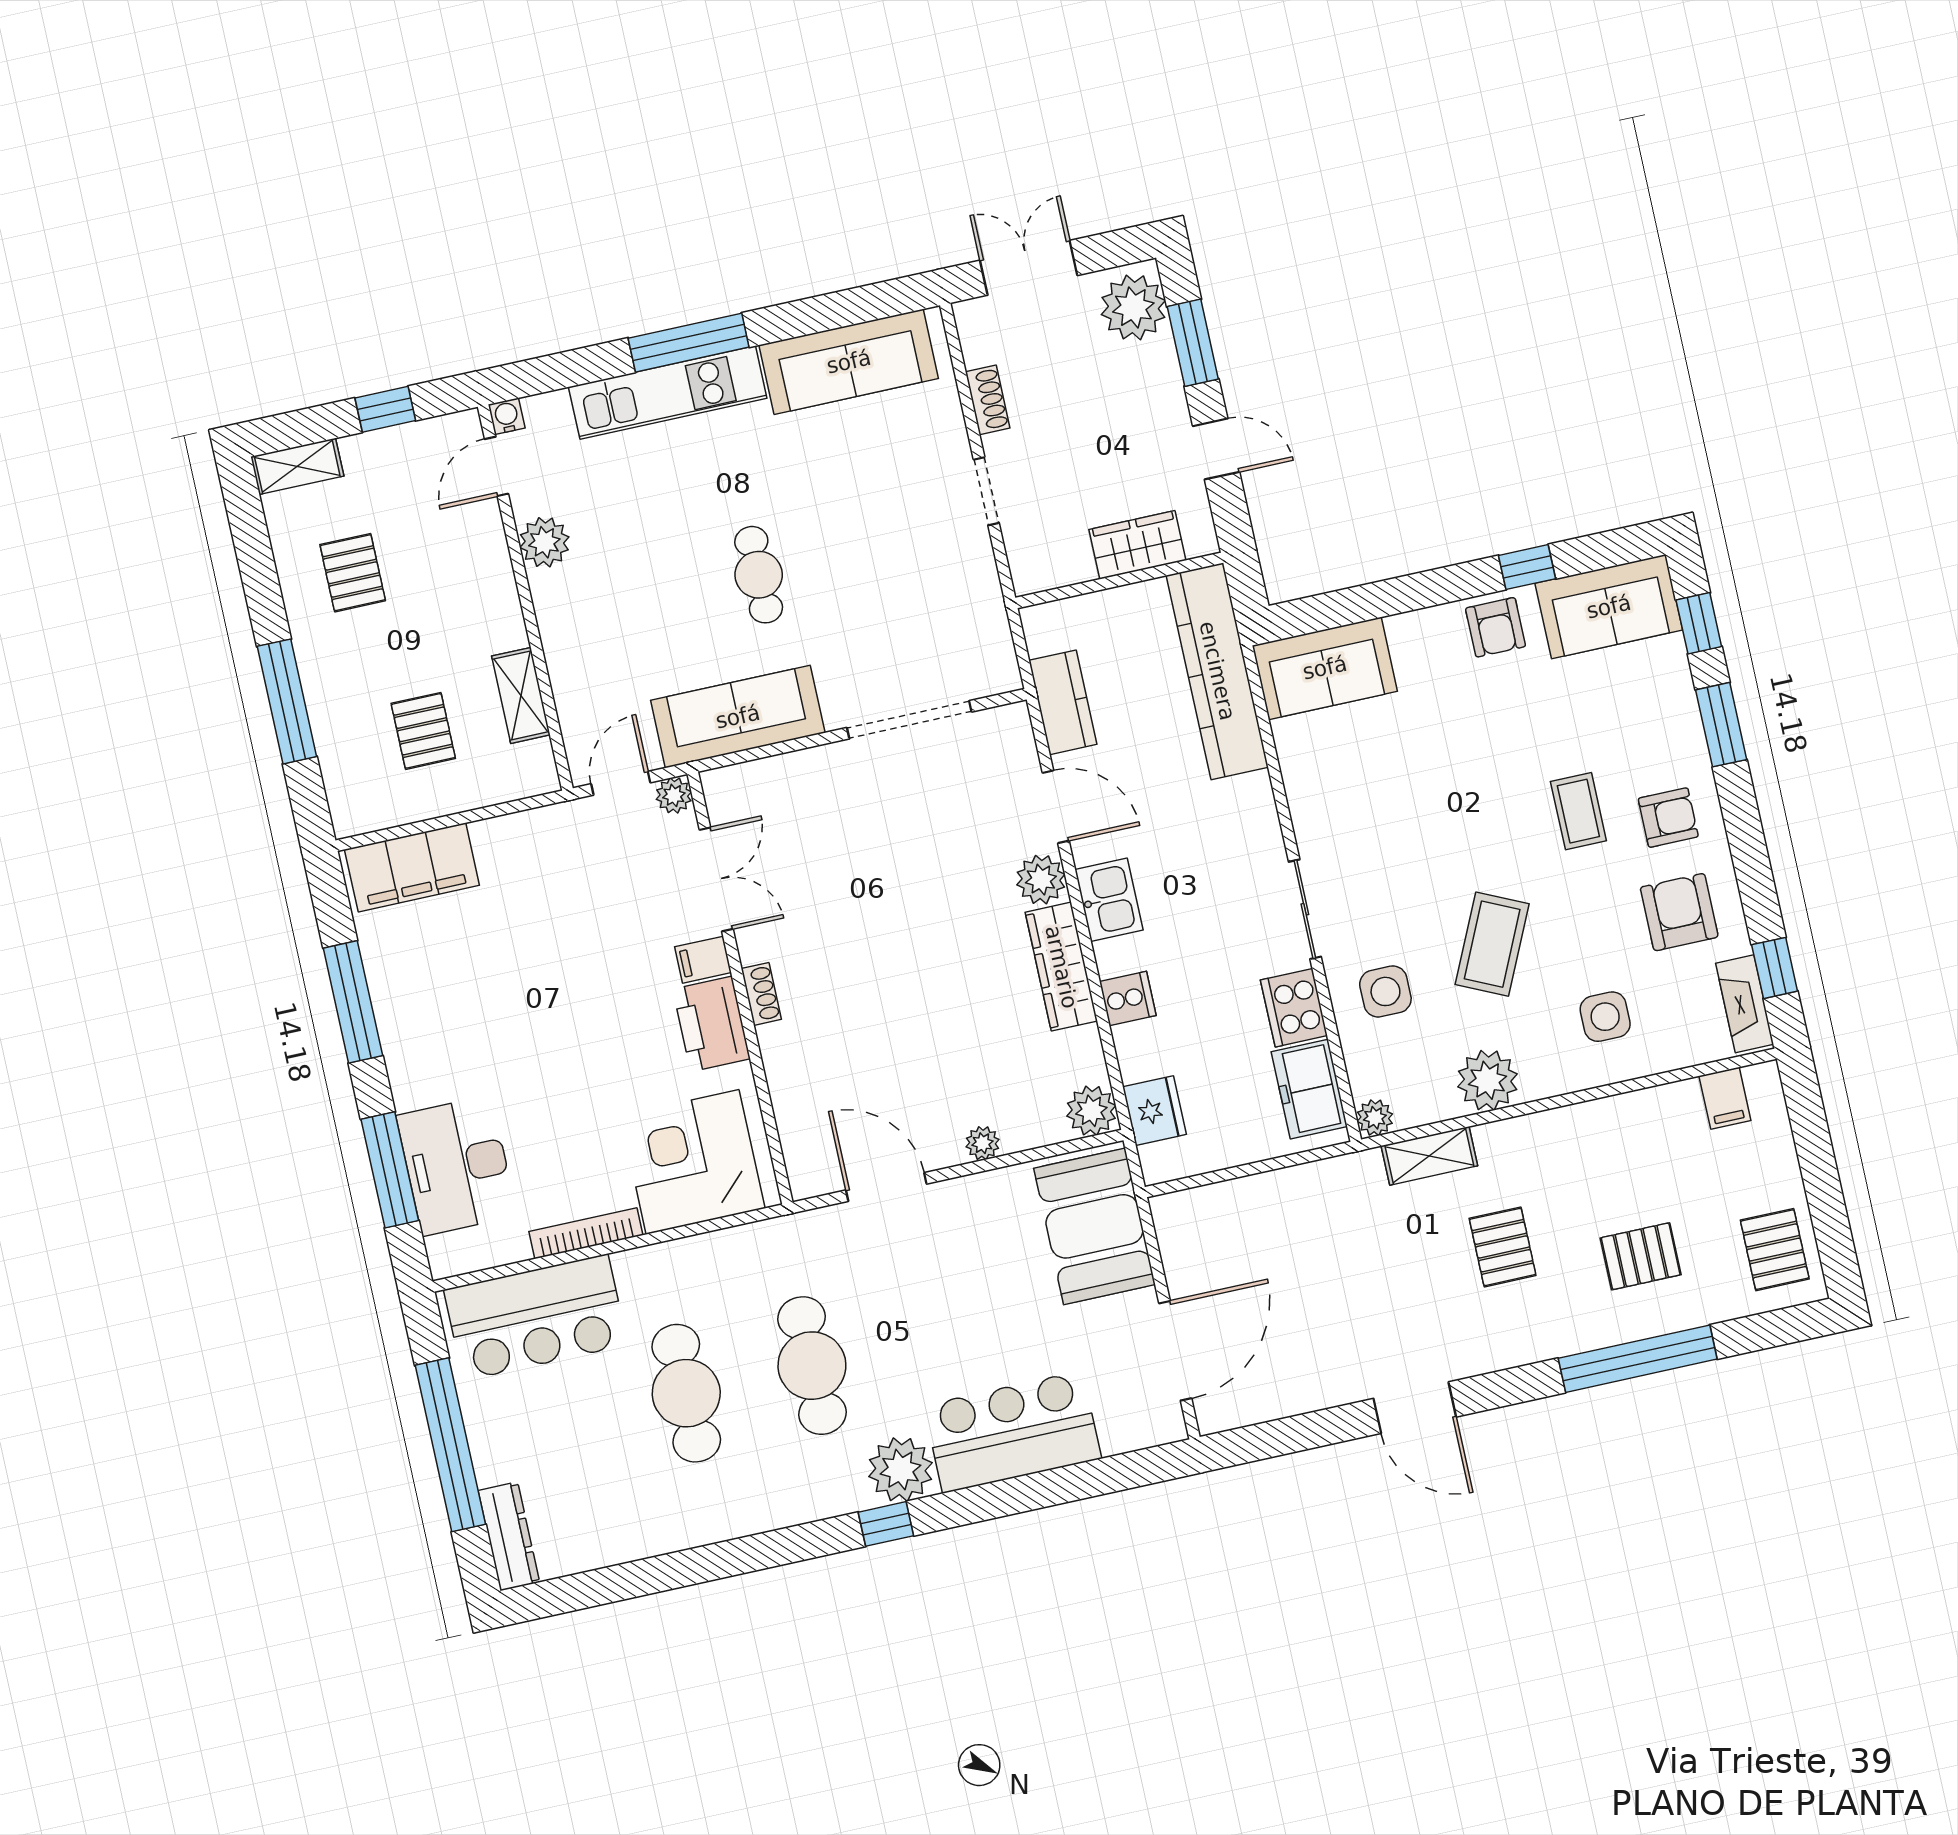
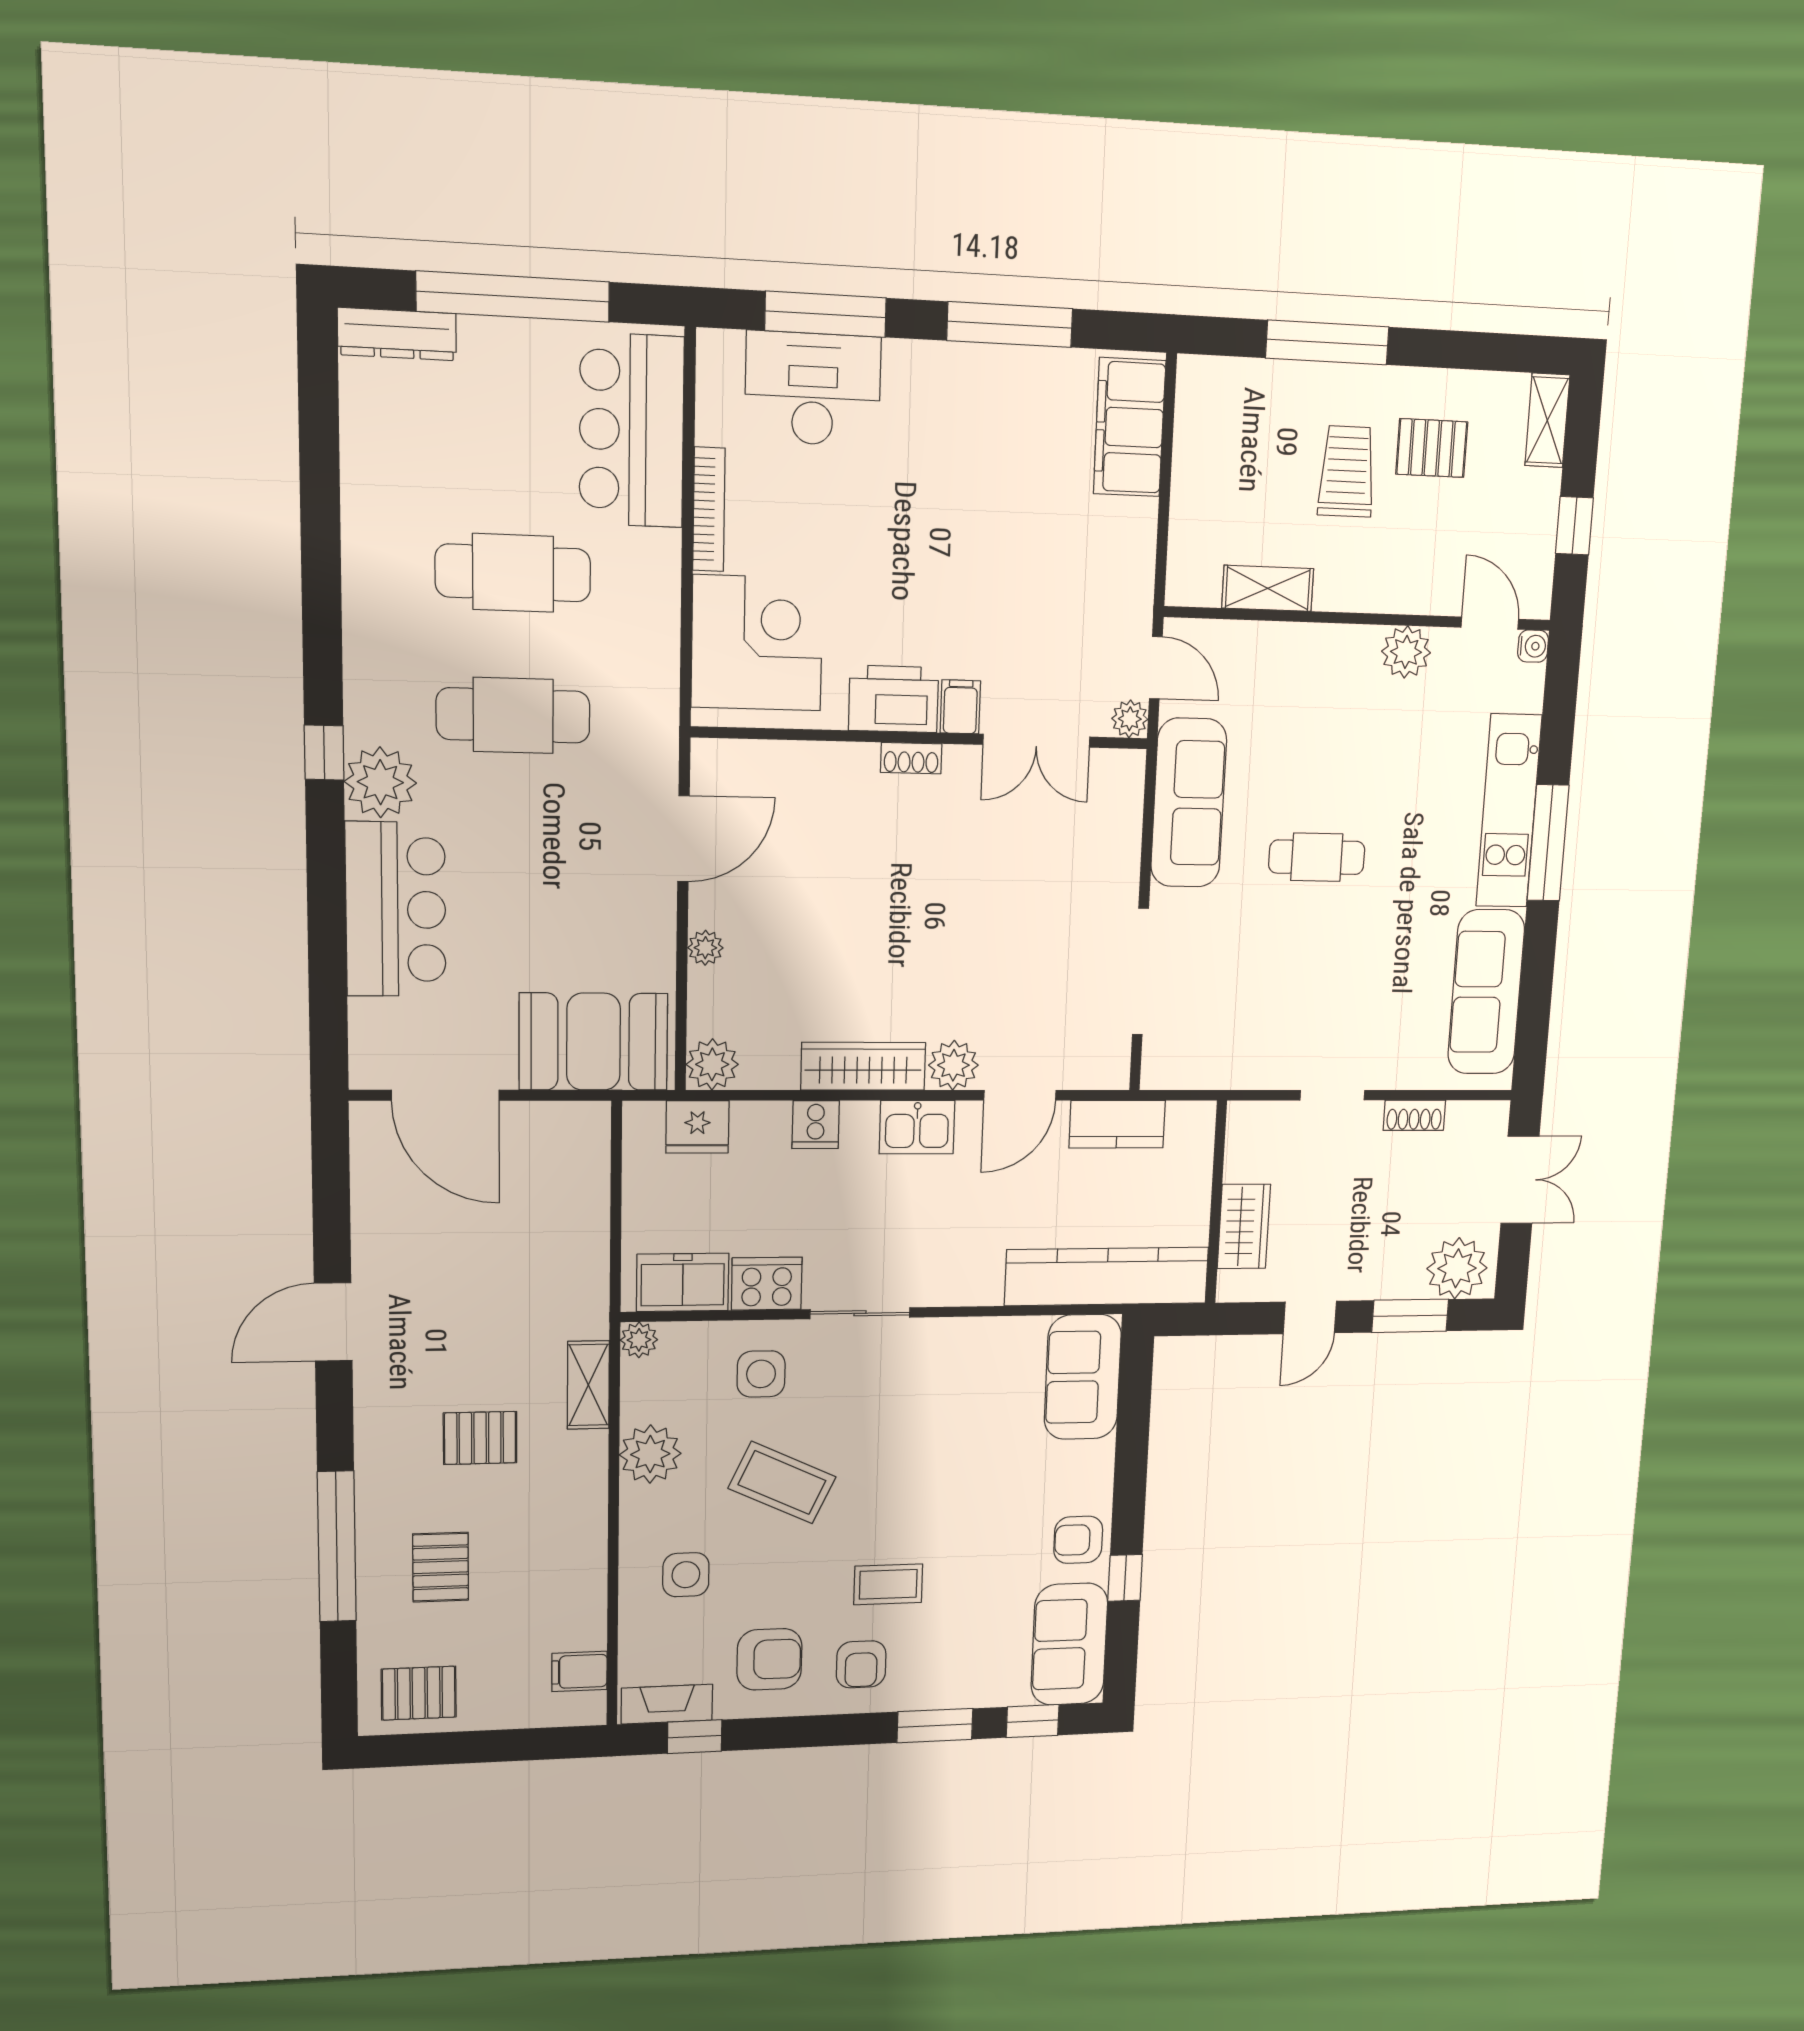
trolley: (396, 649) -> (1347, 471), added
pallet: (423, 731) -> (1260, 478), removed

